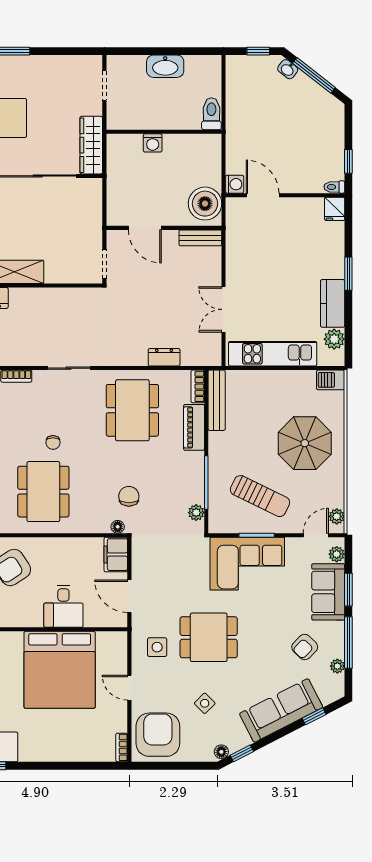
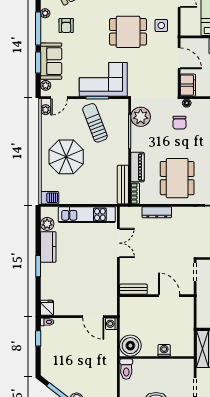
boiler: (205, 204) -> (130, 346), moved
dresser: (164, 357) -> (157, 212), width x1.44
sun lounger: (260, 496) -> (95, 123), turned 43
plant: (196, 513) -> (141, 117), width x1.88, depth x1.88
armchair: (305, 647) -> (66, 26), turned 136

